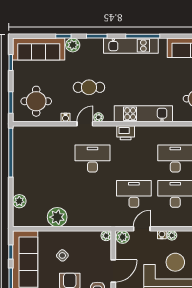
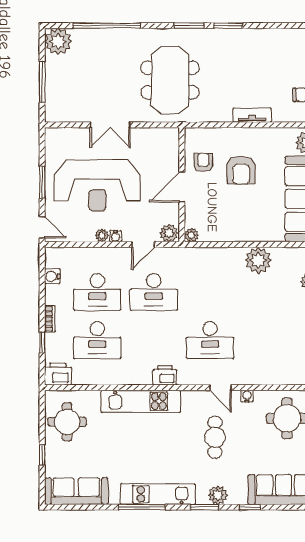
plant: (73, 45) -> (218, 495), moved
cafe table: (89, 87) -> (215, 437), turned 90
plant: (98, 117) -> (202, 396), removed
door: (85, 124) -> (220, 388), hinge flipped
side table: (62, 255) -> (251, 208), removed

